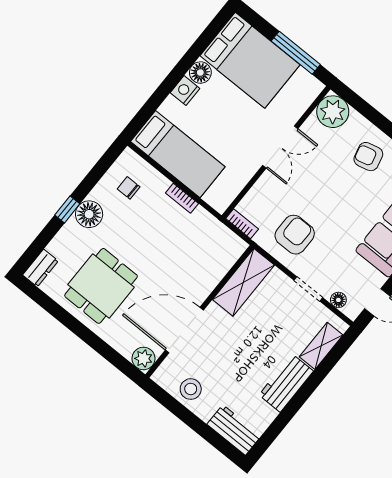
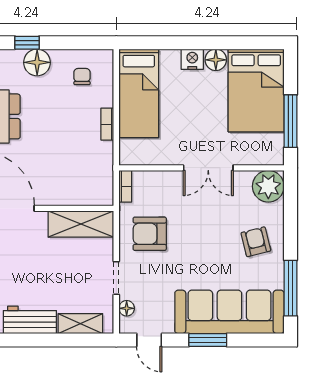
armchair: (295, 235) -> (150, 234), turned 180

